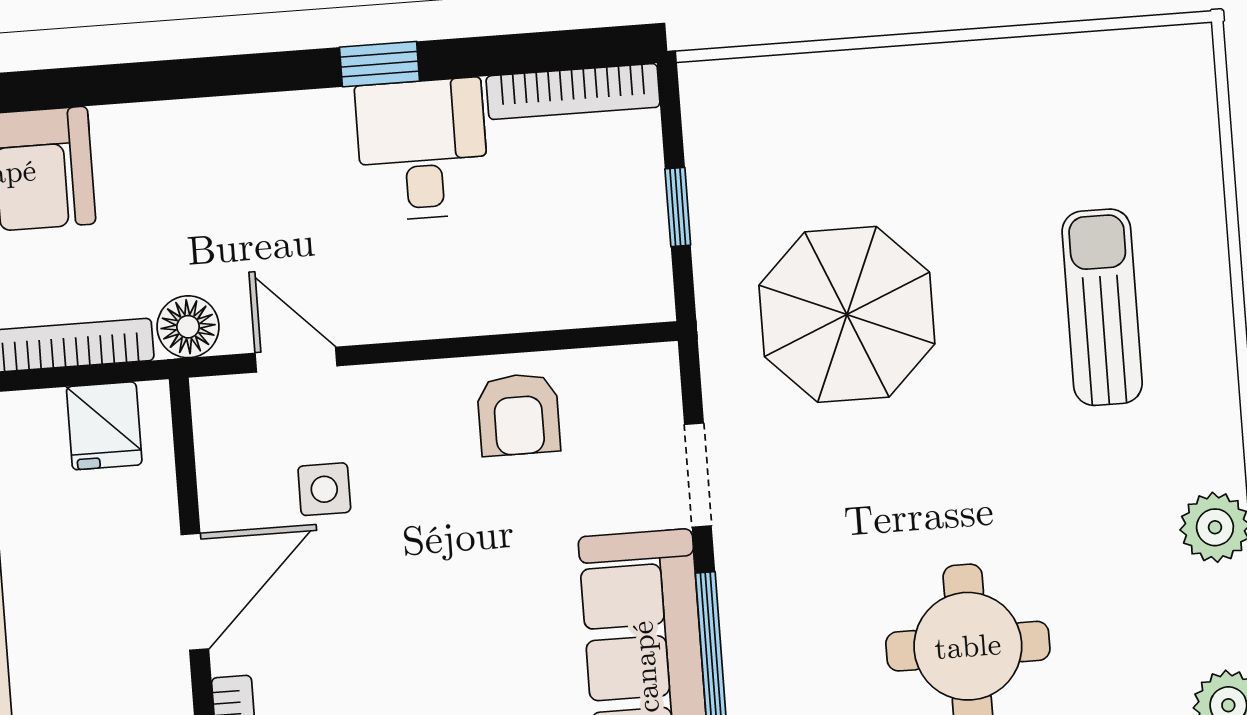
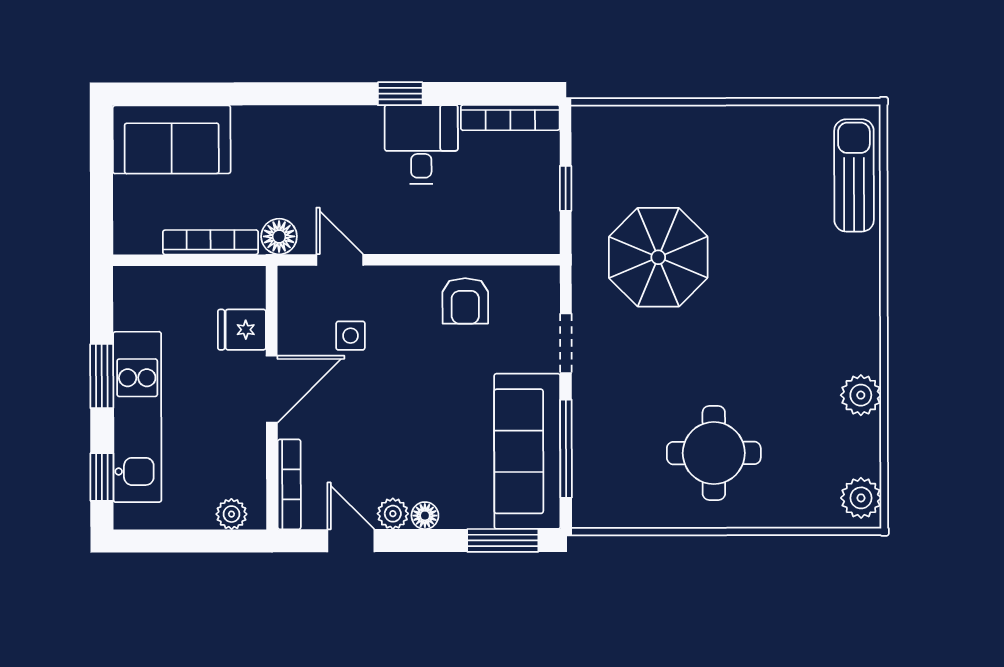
sun lounger: (1102, 307) -> (854, 175), moved
fridge: (104, 426) -> (242, 330), moved, turned 90

